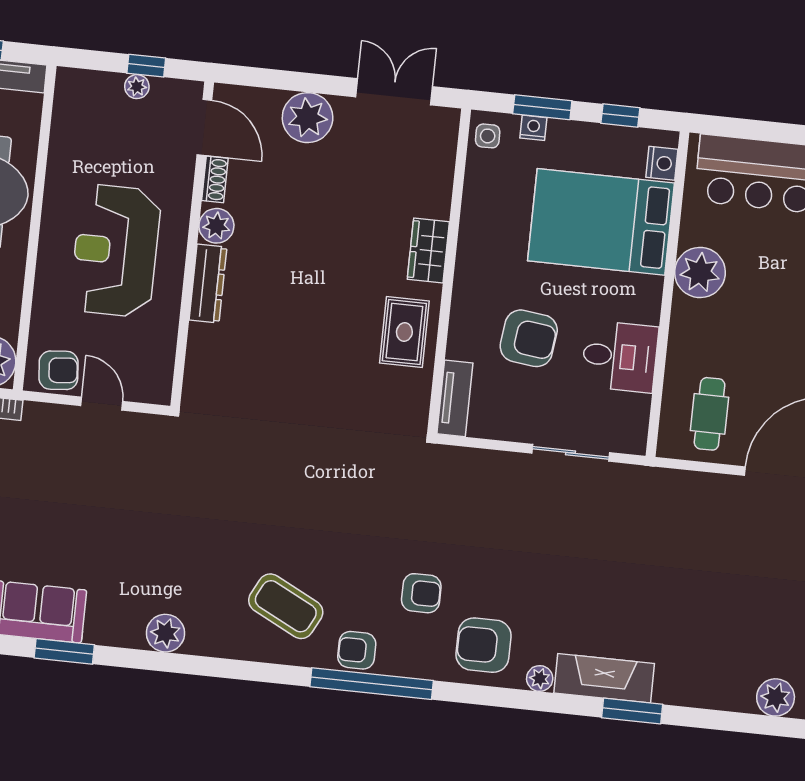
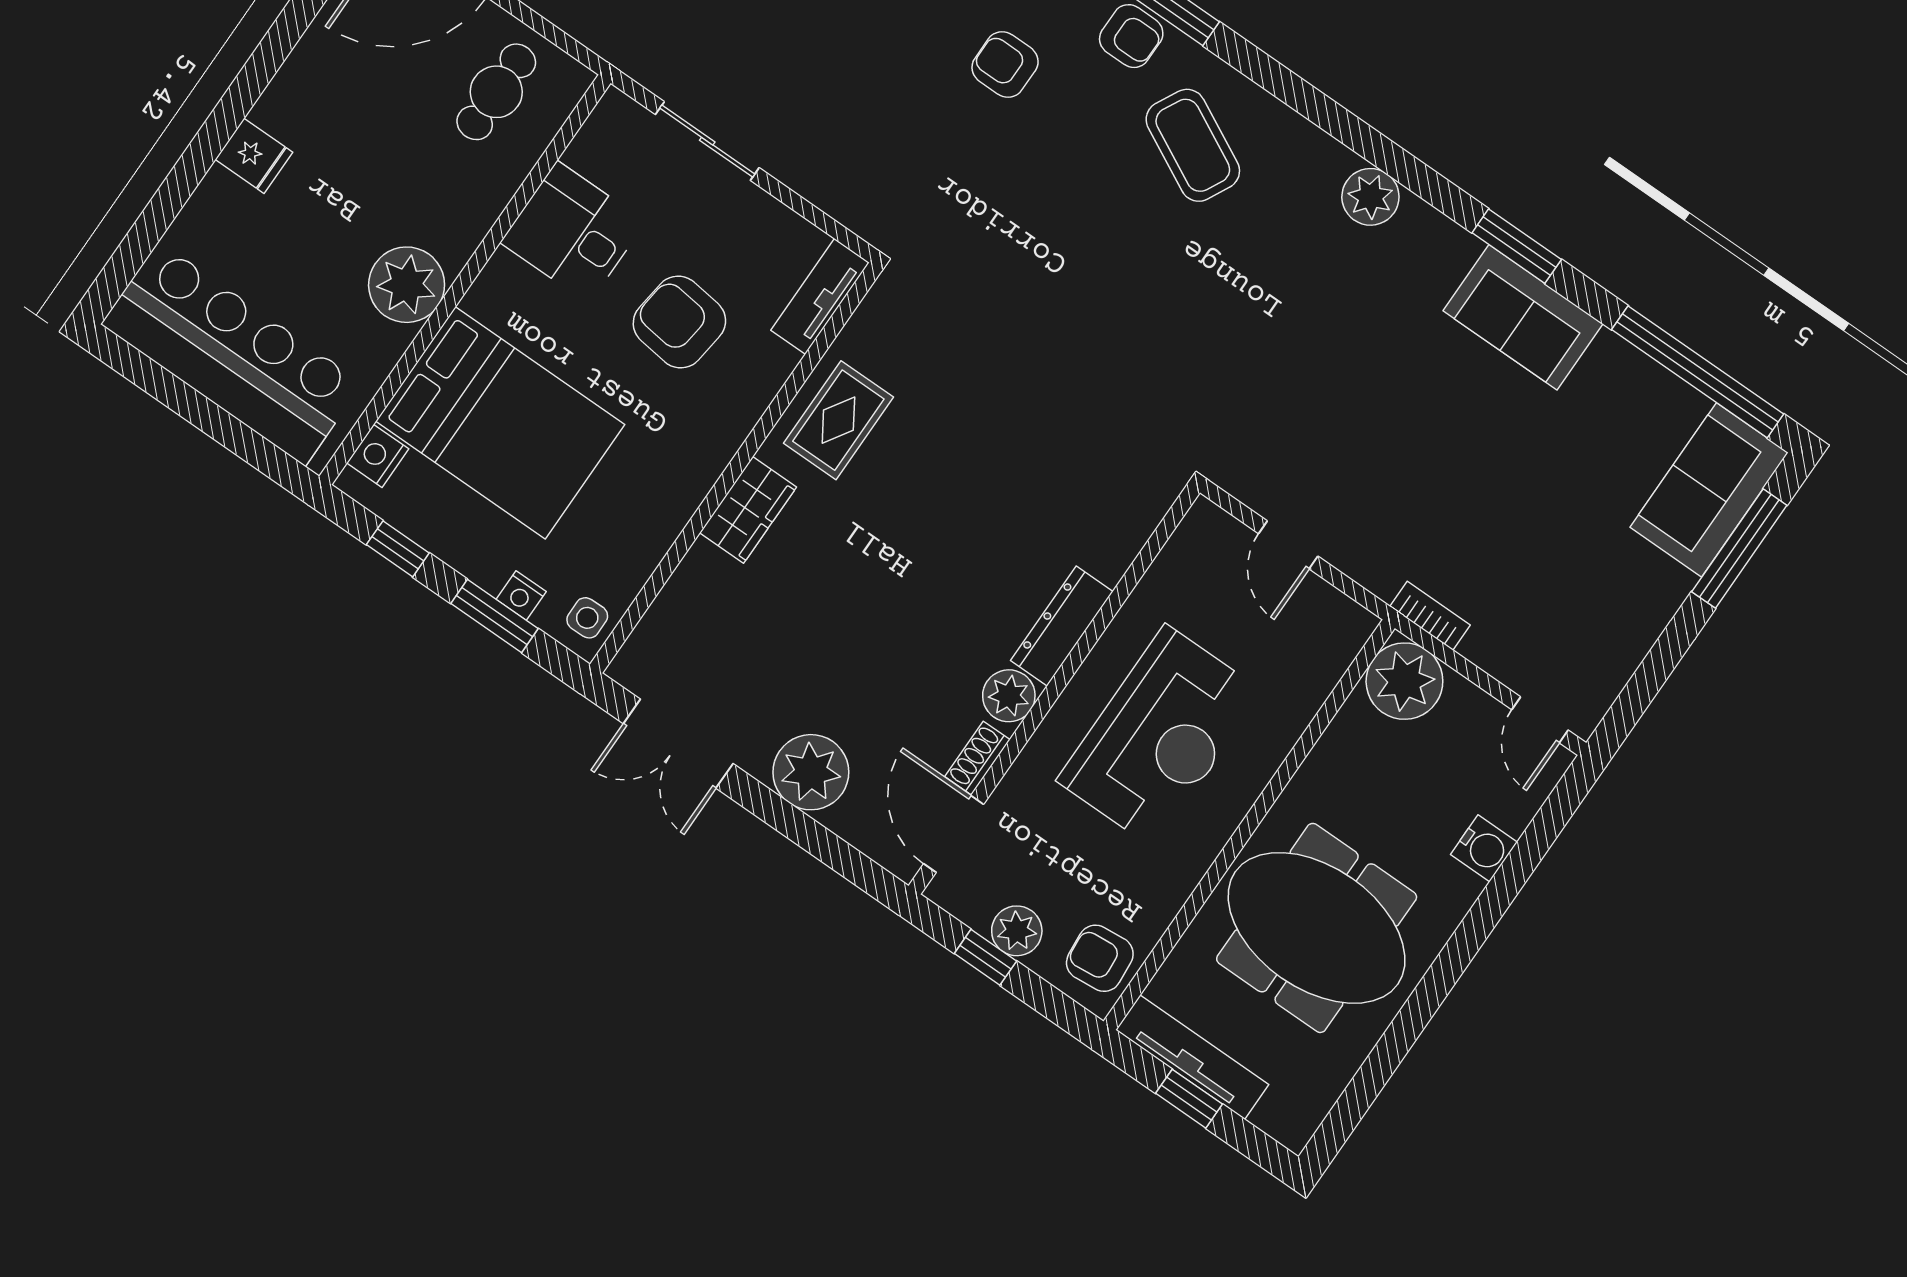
plant: (137, 87) -> (1017, 931), width x1.38, depth x1.38
armchair: (58, 370) -> (1100, 958), moved

